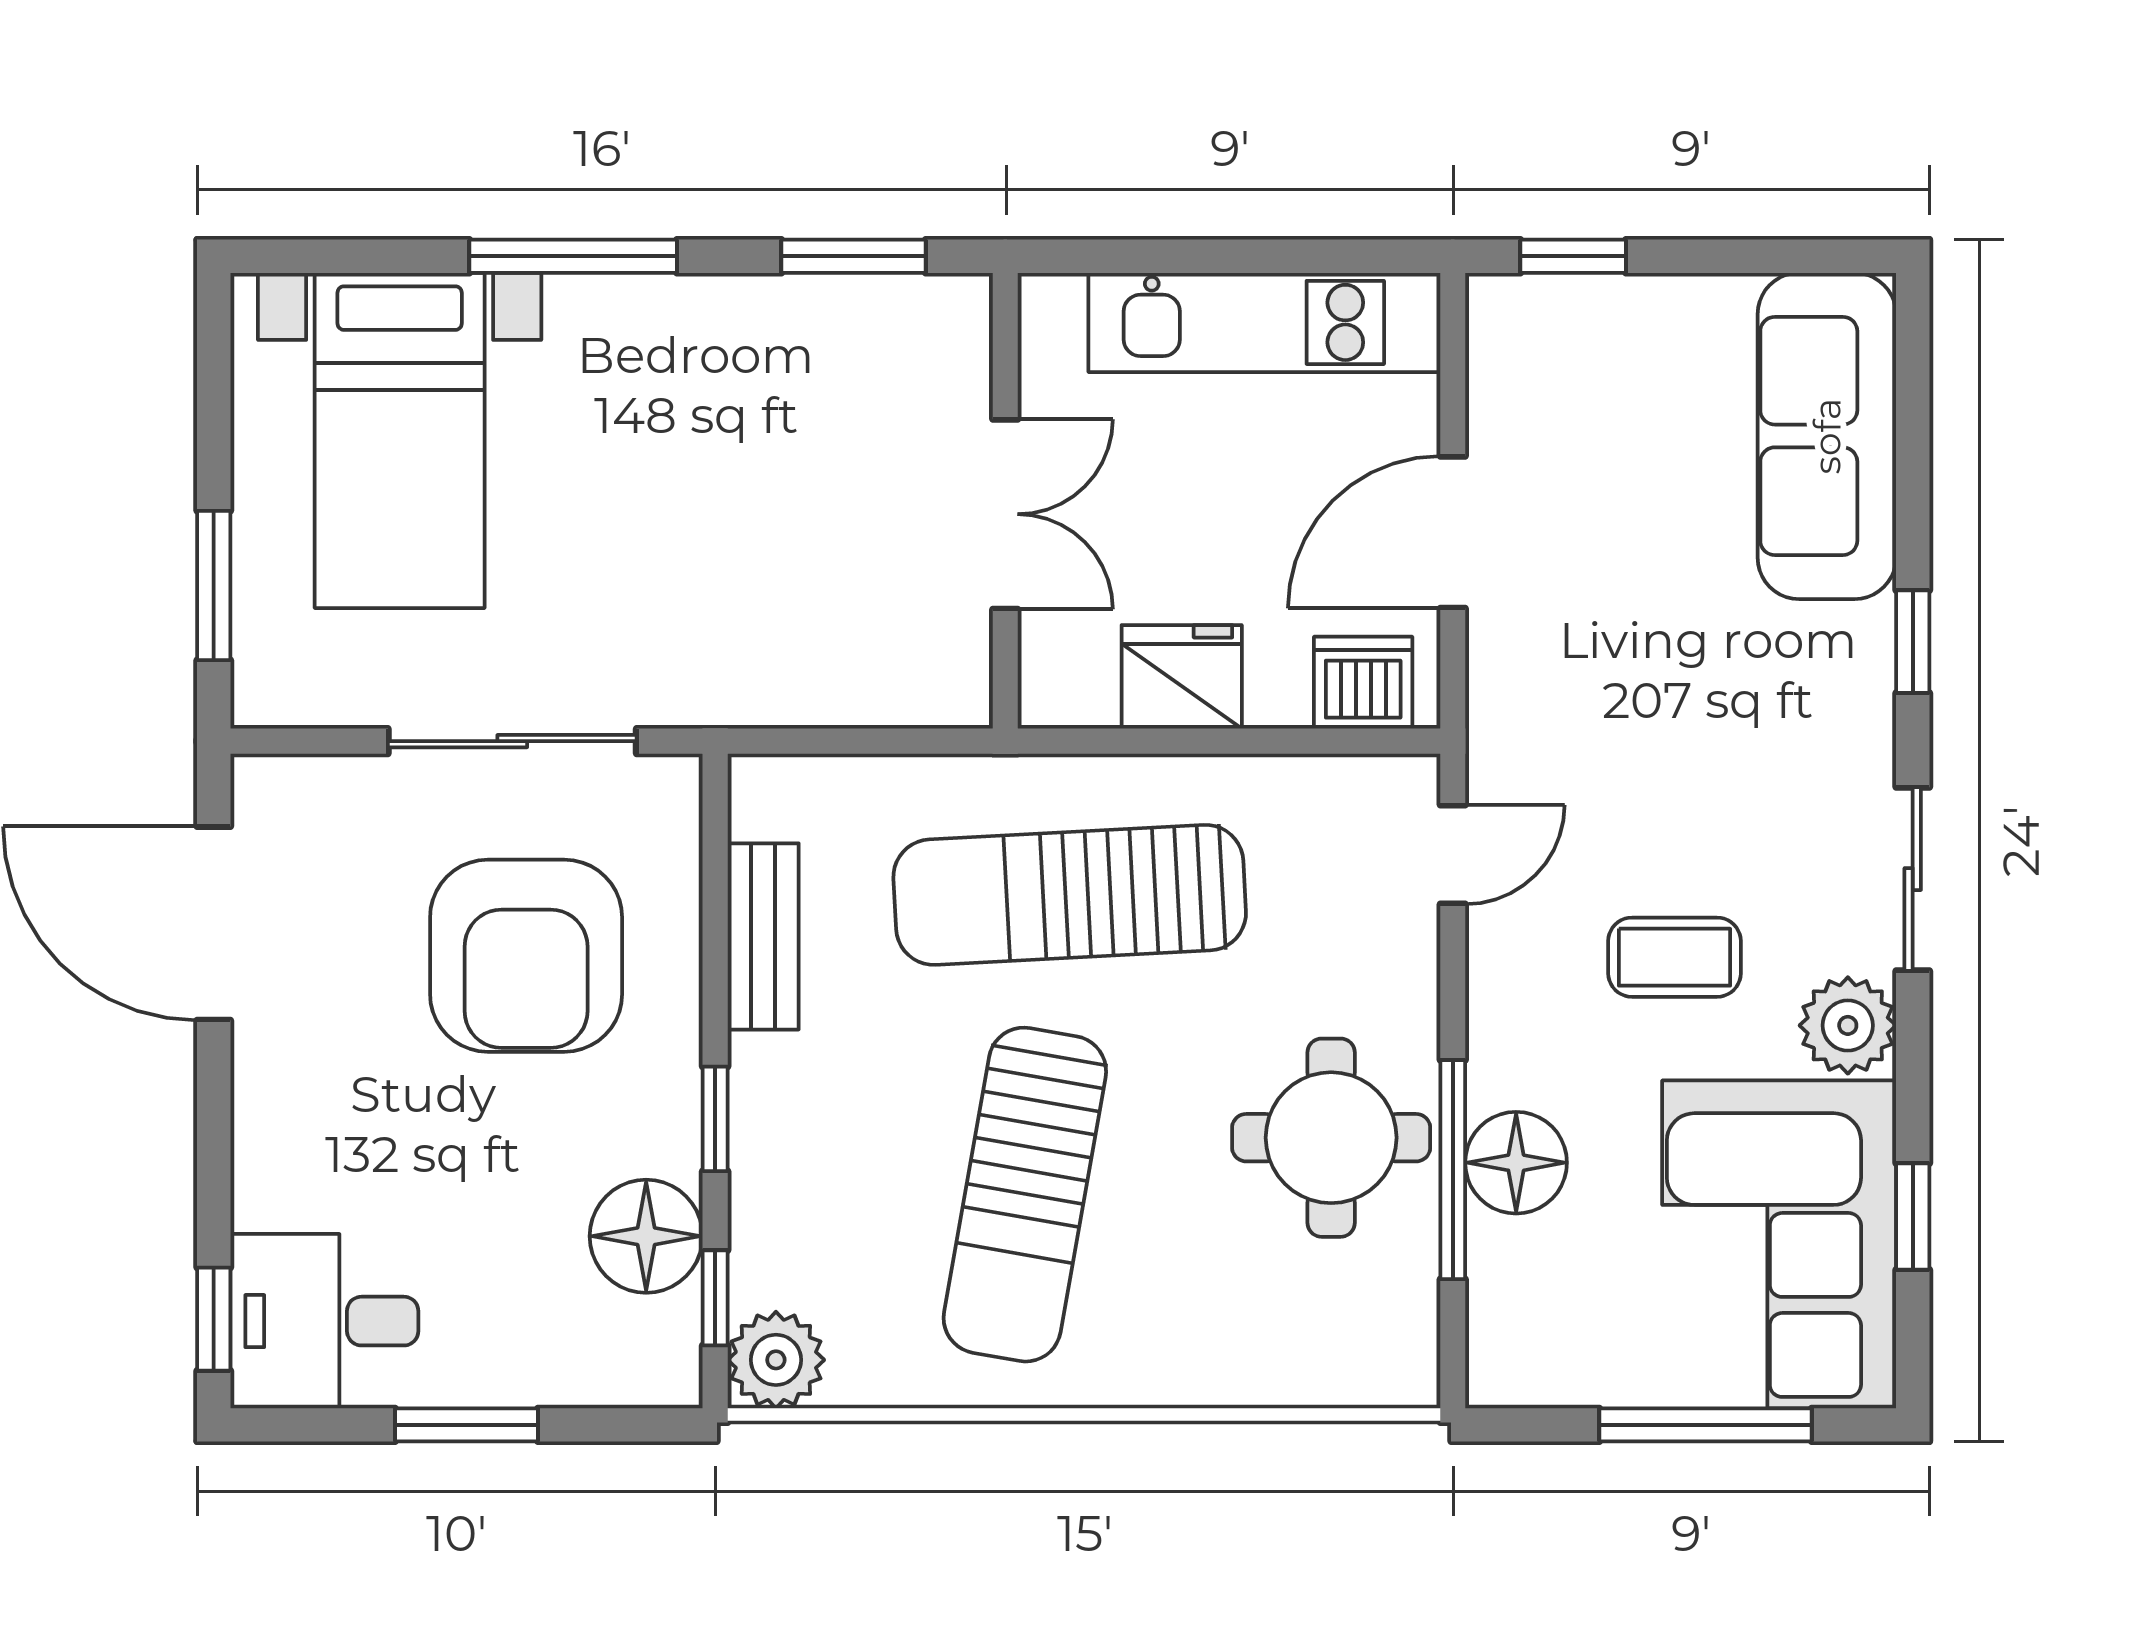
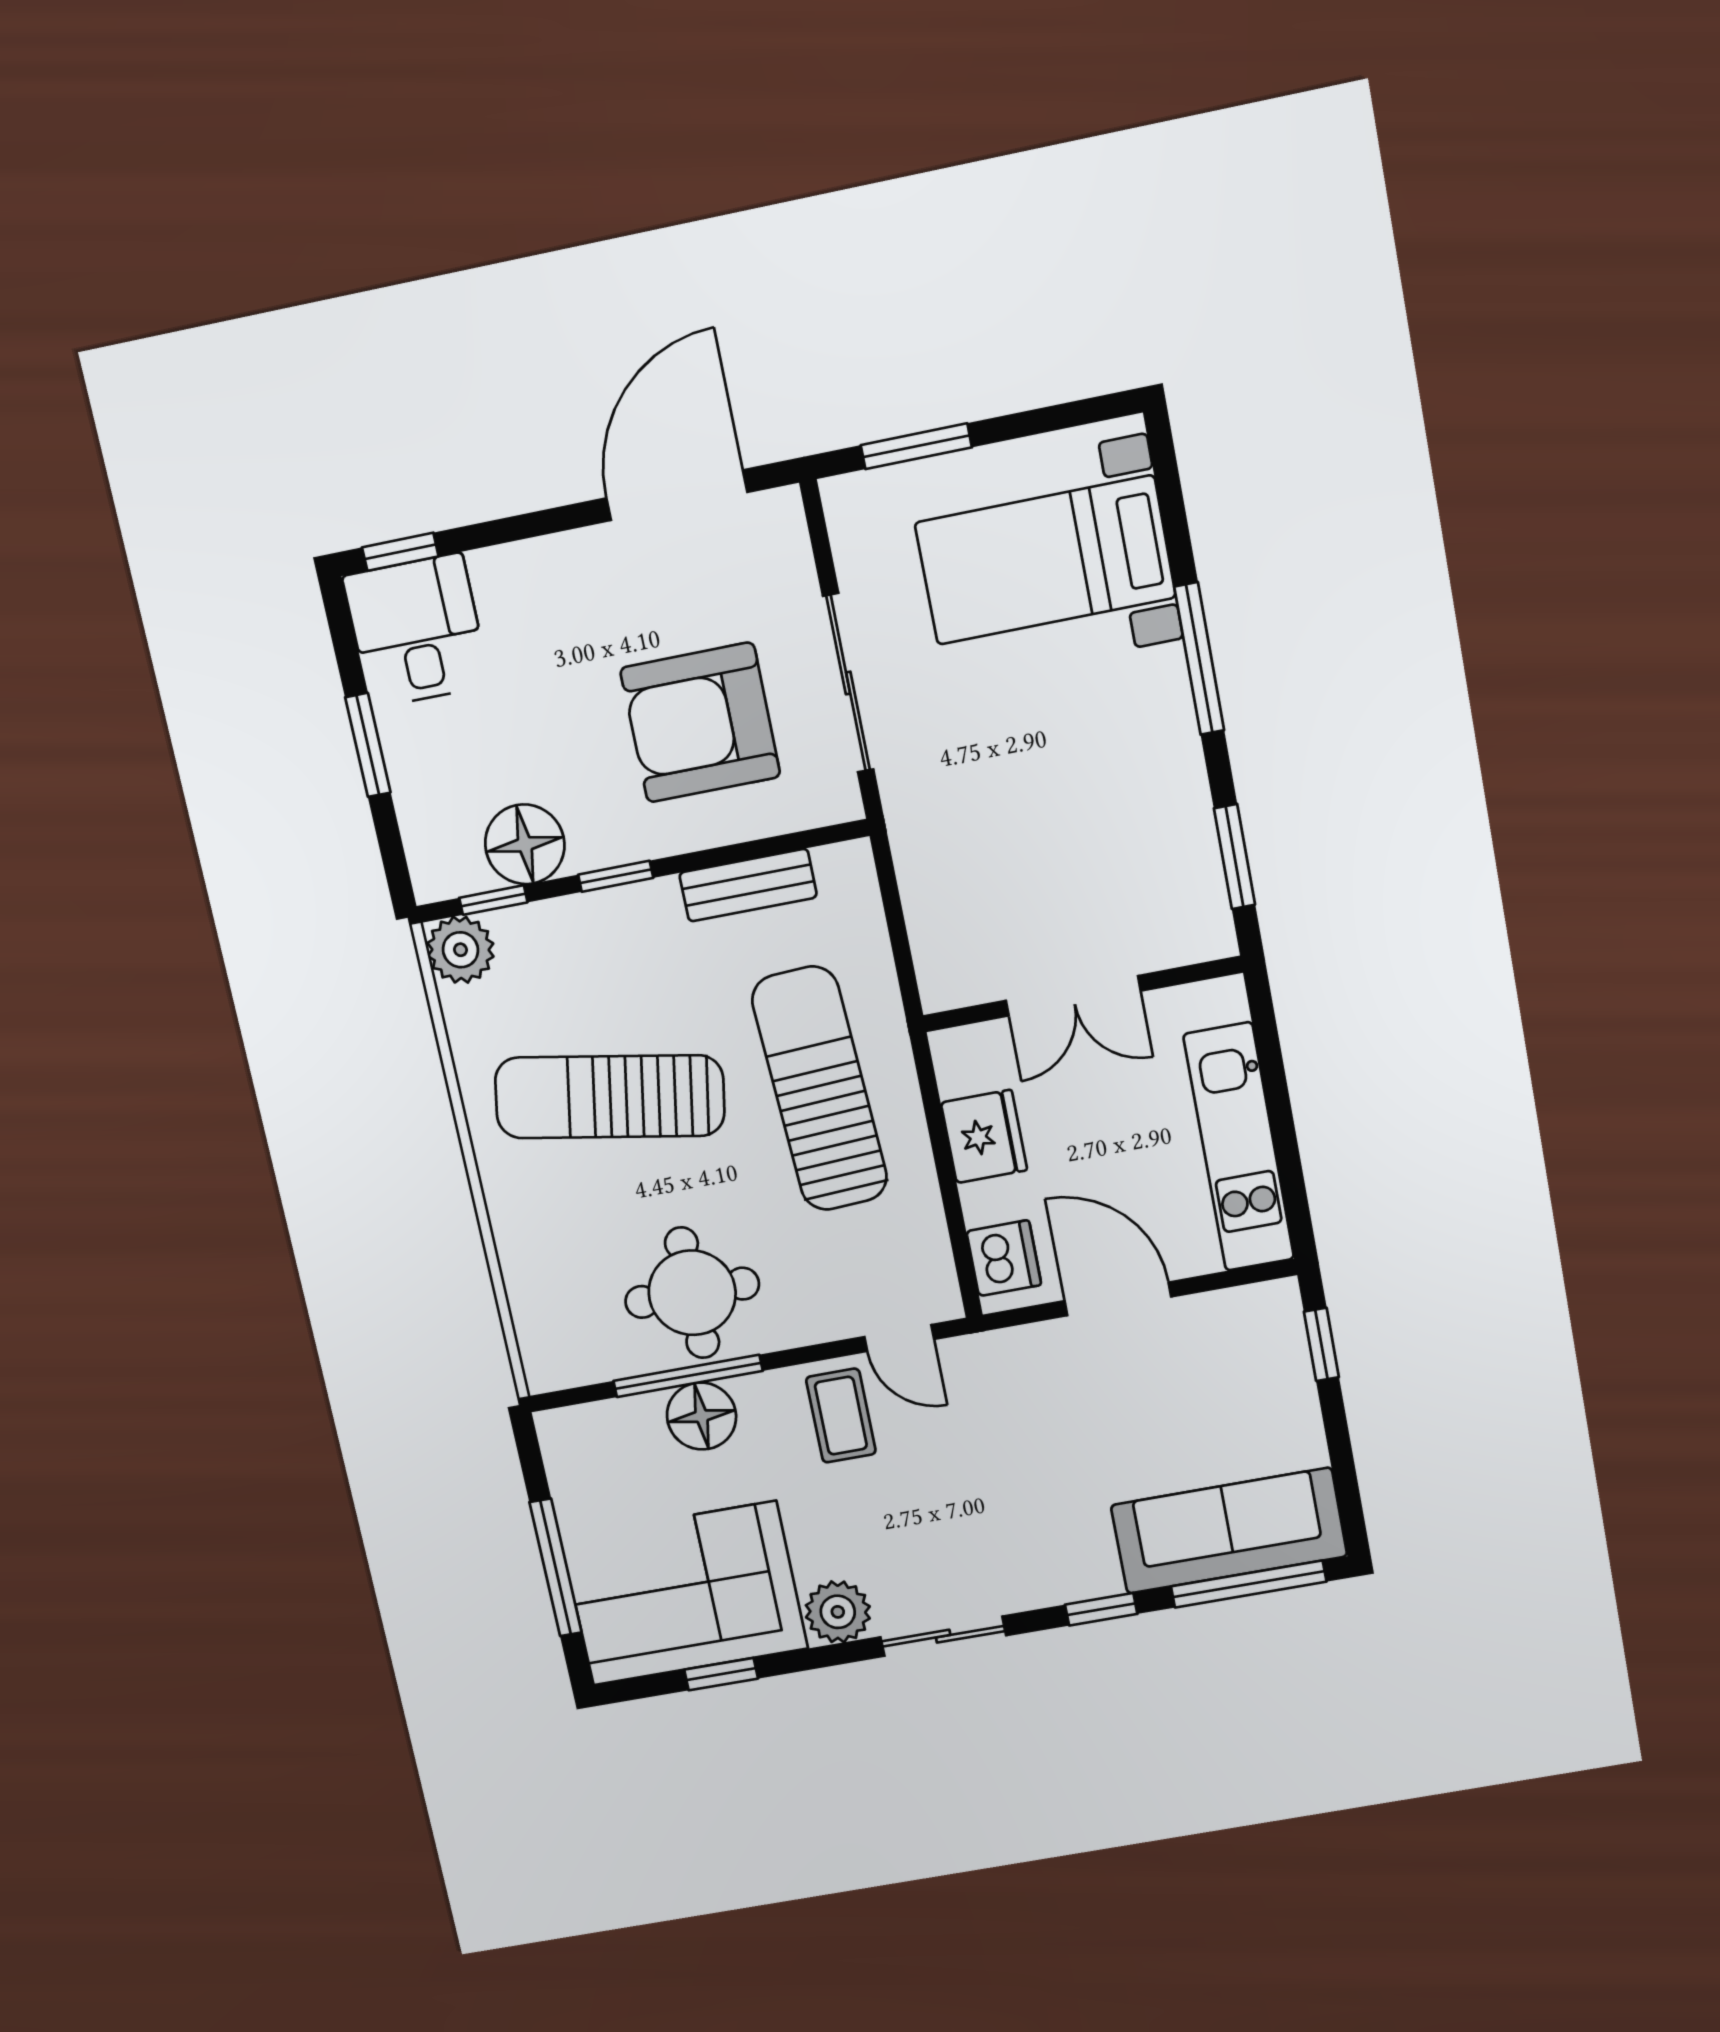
window: (1913, 422) -> (1249, 1584), added
coffee table: (1674, 957) -> (841, 1416), moved

